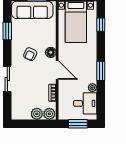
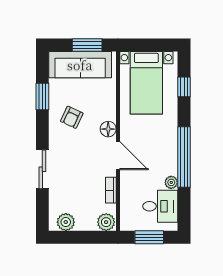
armchair: (30, 54) -> (72, 117), moved
window: (101, 71) -> (184, 157), width x2.11
plant: (37, 114) -> (66, 222), moved

